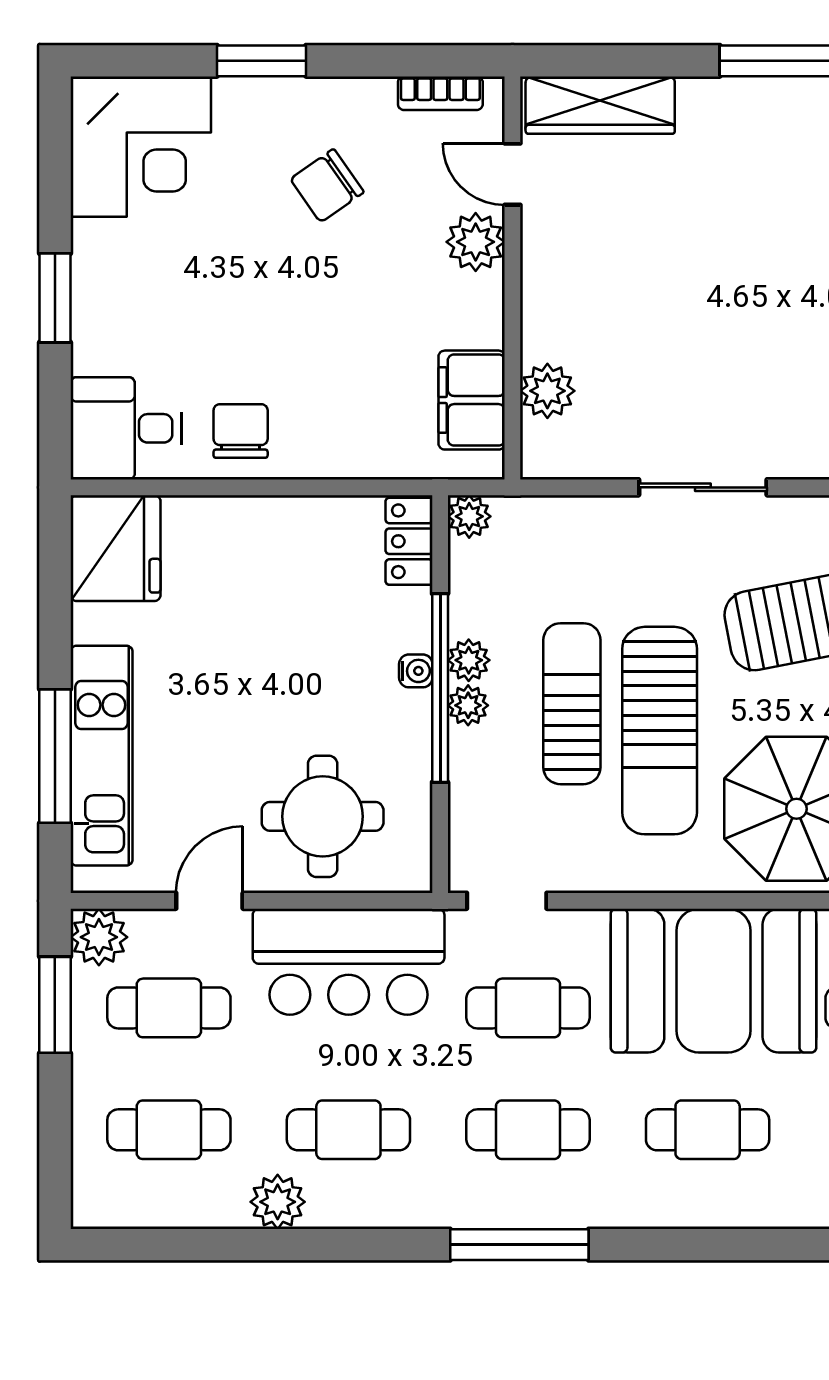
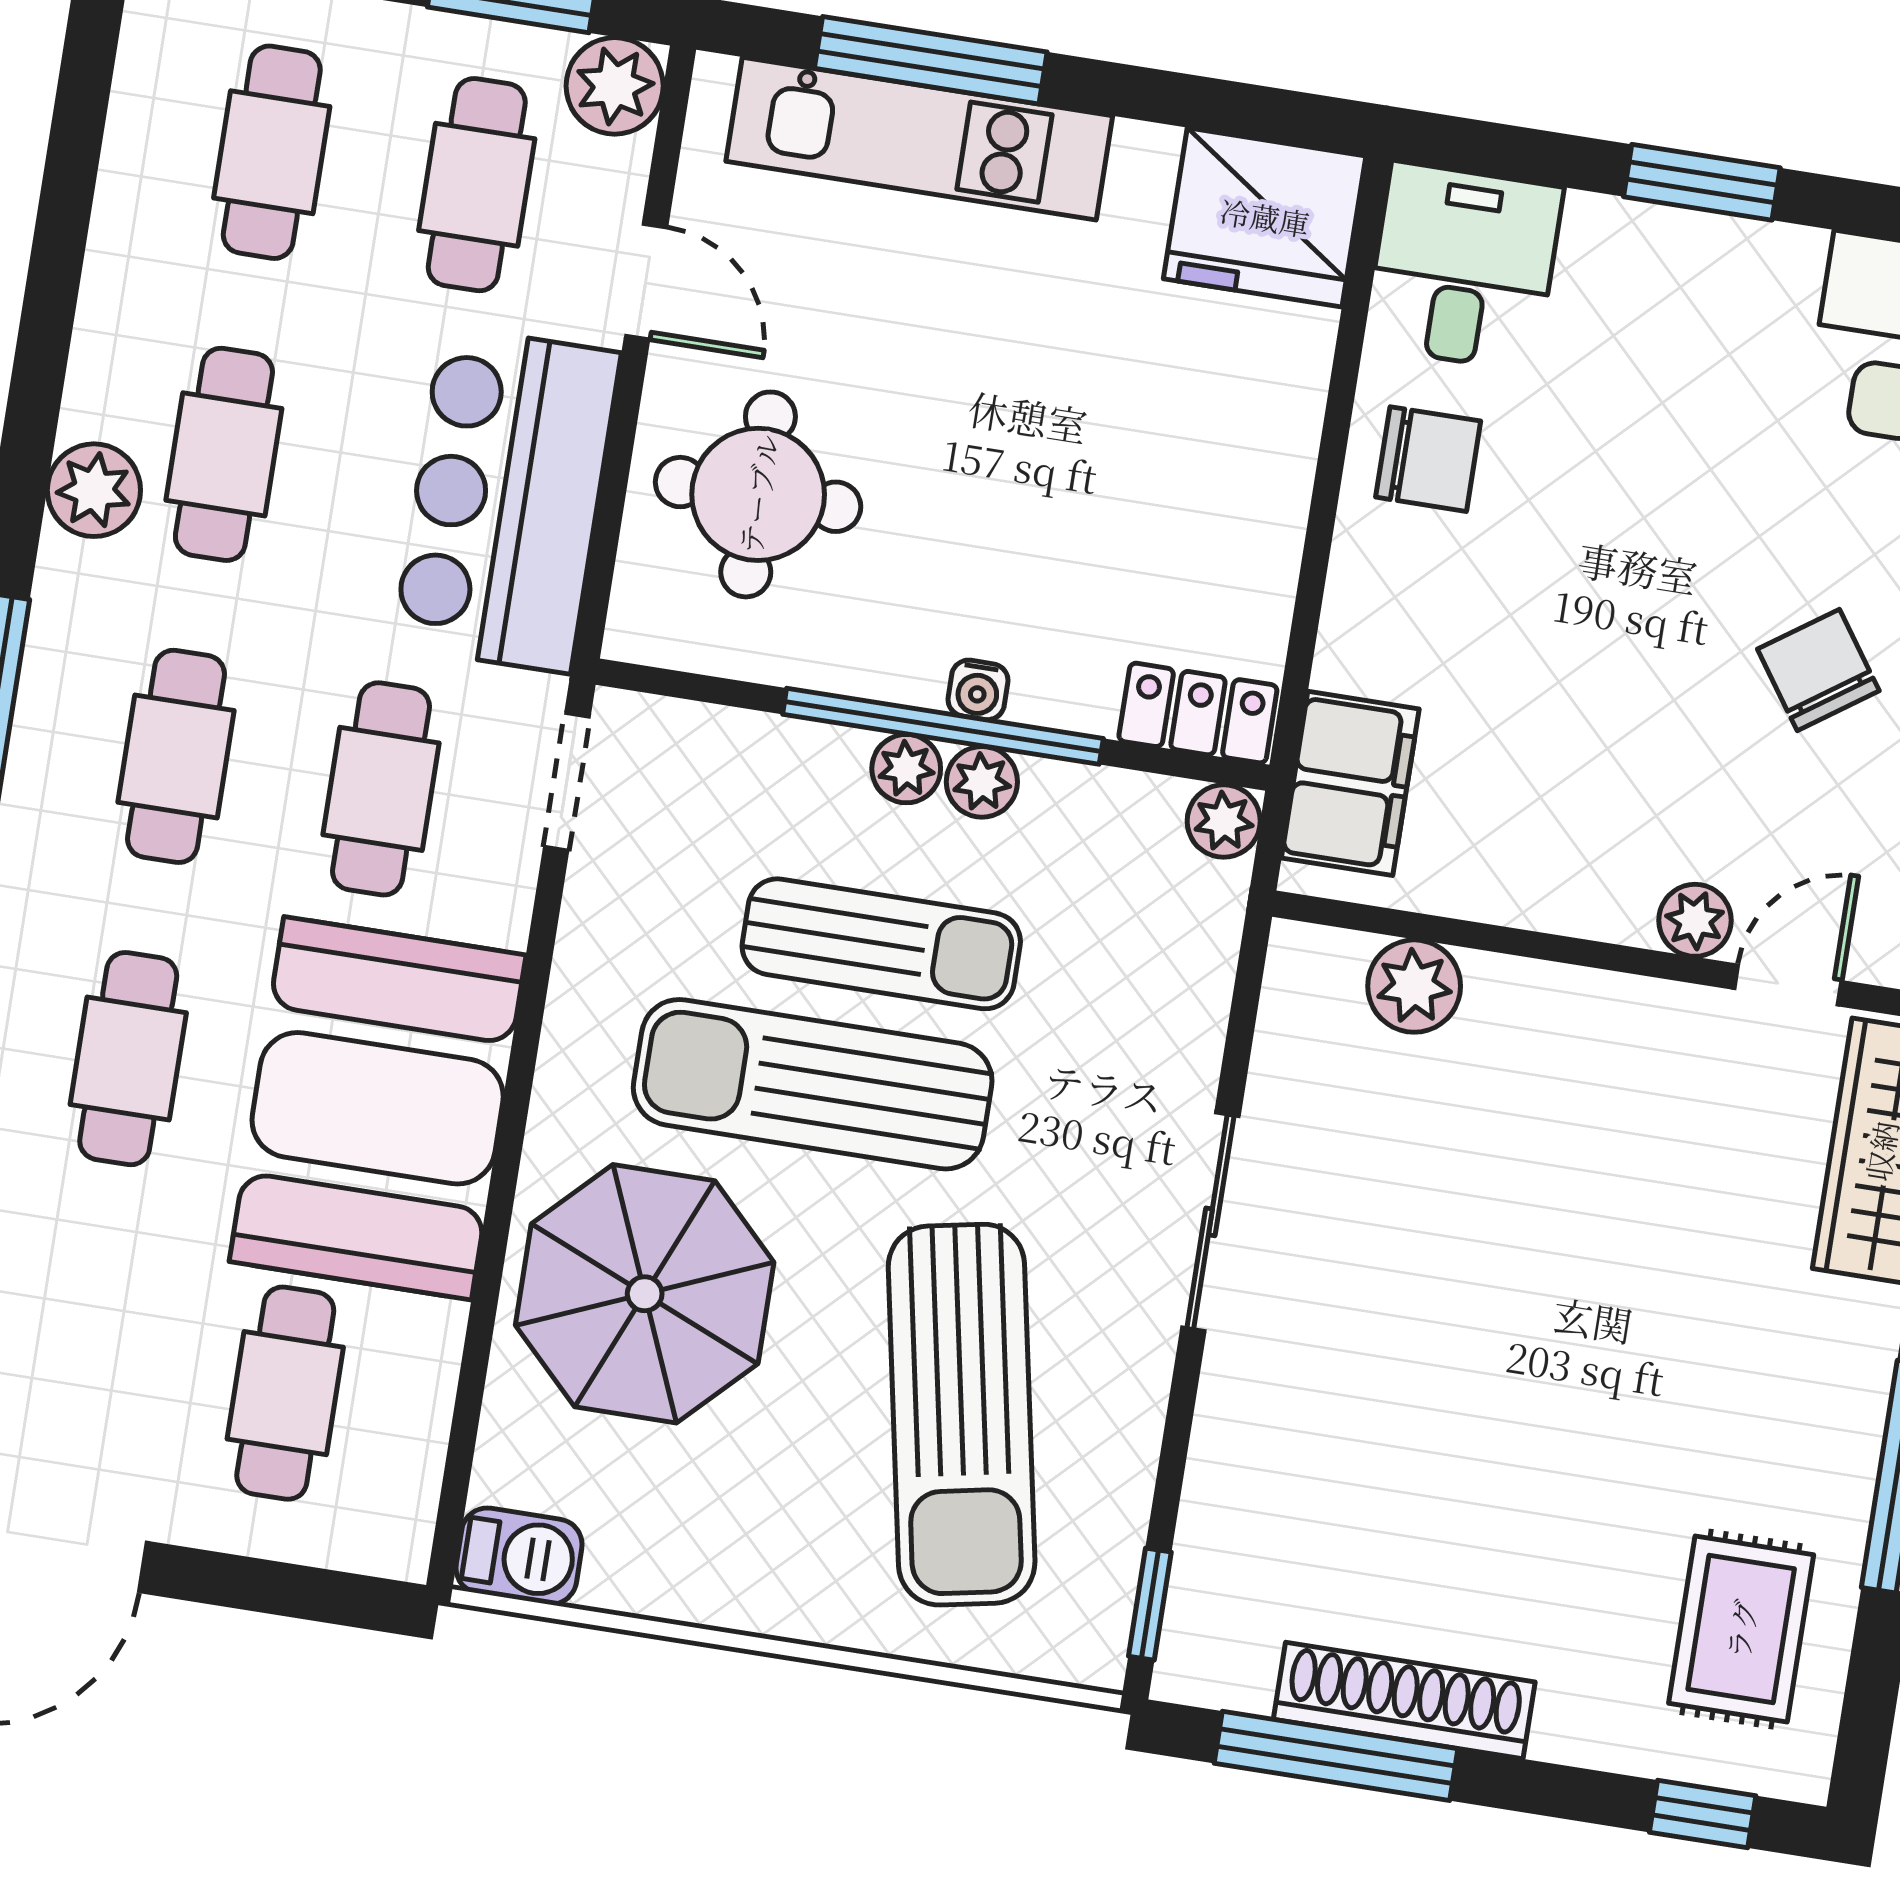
plant: (476, 242) -> (1695, 920), width x0.73, depth x0.73
filing cabinet: (472, 400) -> (1350, 783), moved, turned 90
plant: (278, 1202) -> (94, 490), moved

